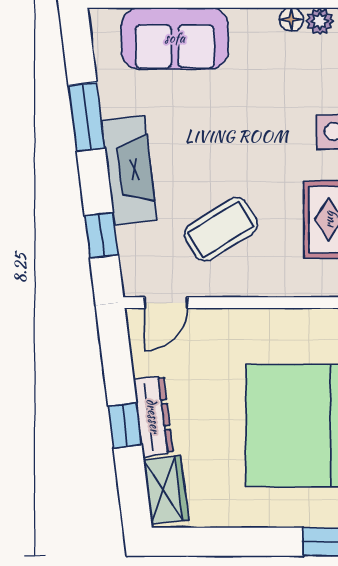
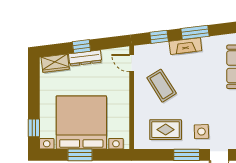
window: (87, 117) -> (195, 32), moved
fireplace: (129, 170) -> (185, 46), width x0.73, depth x0.76

